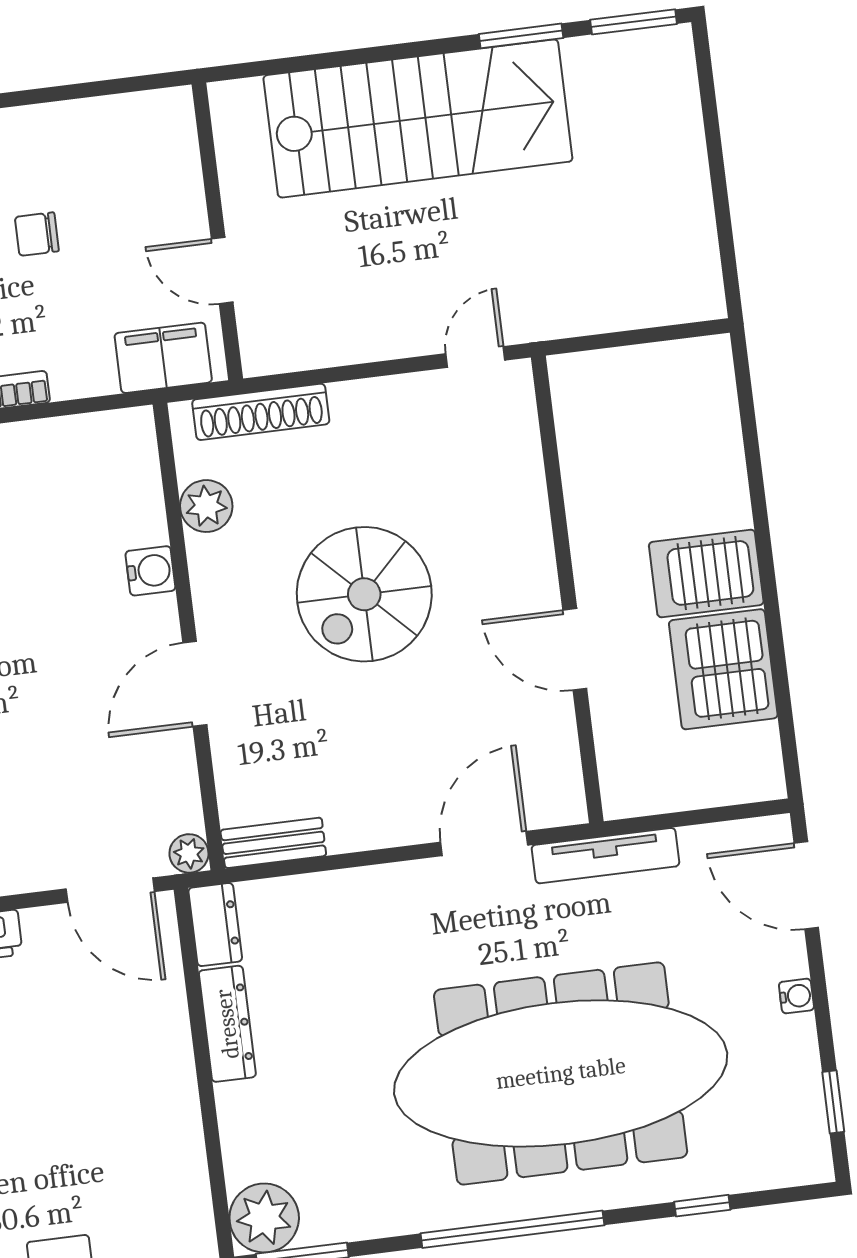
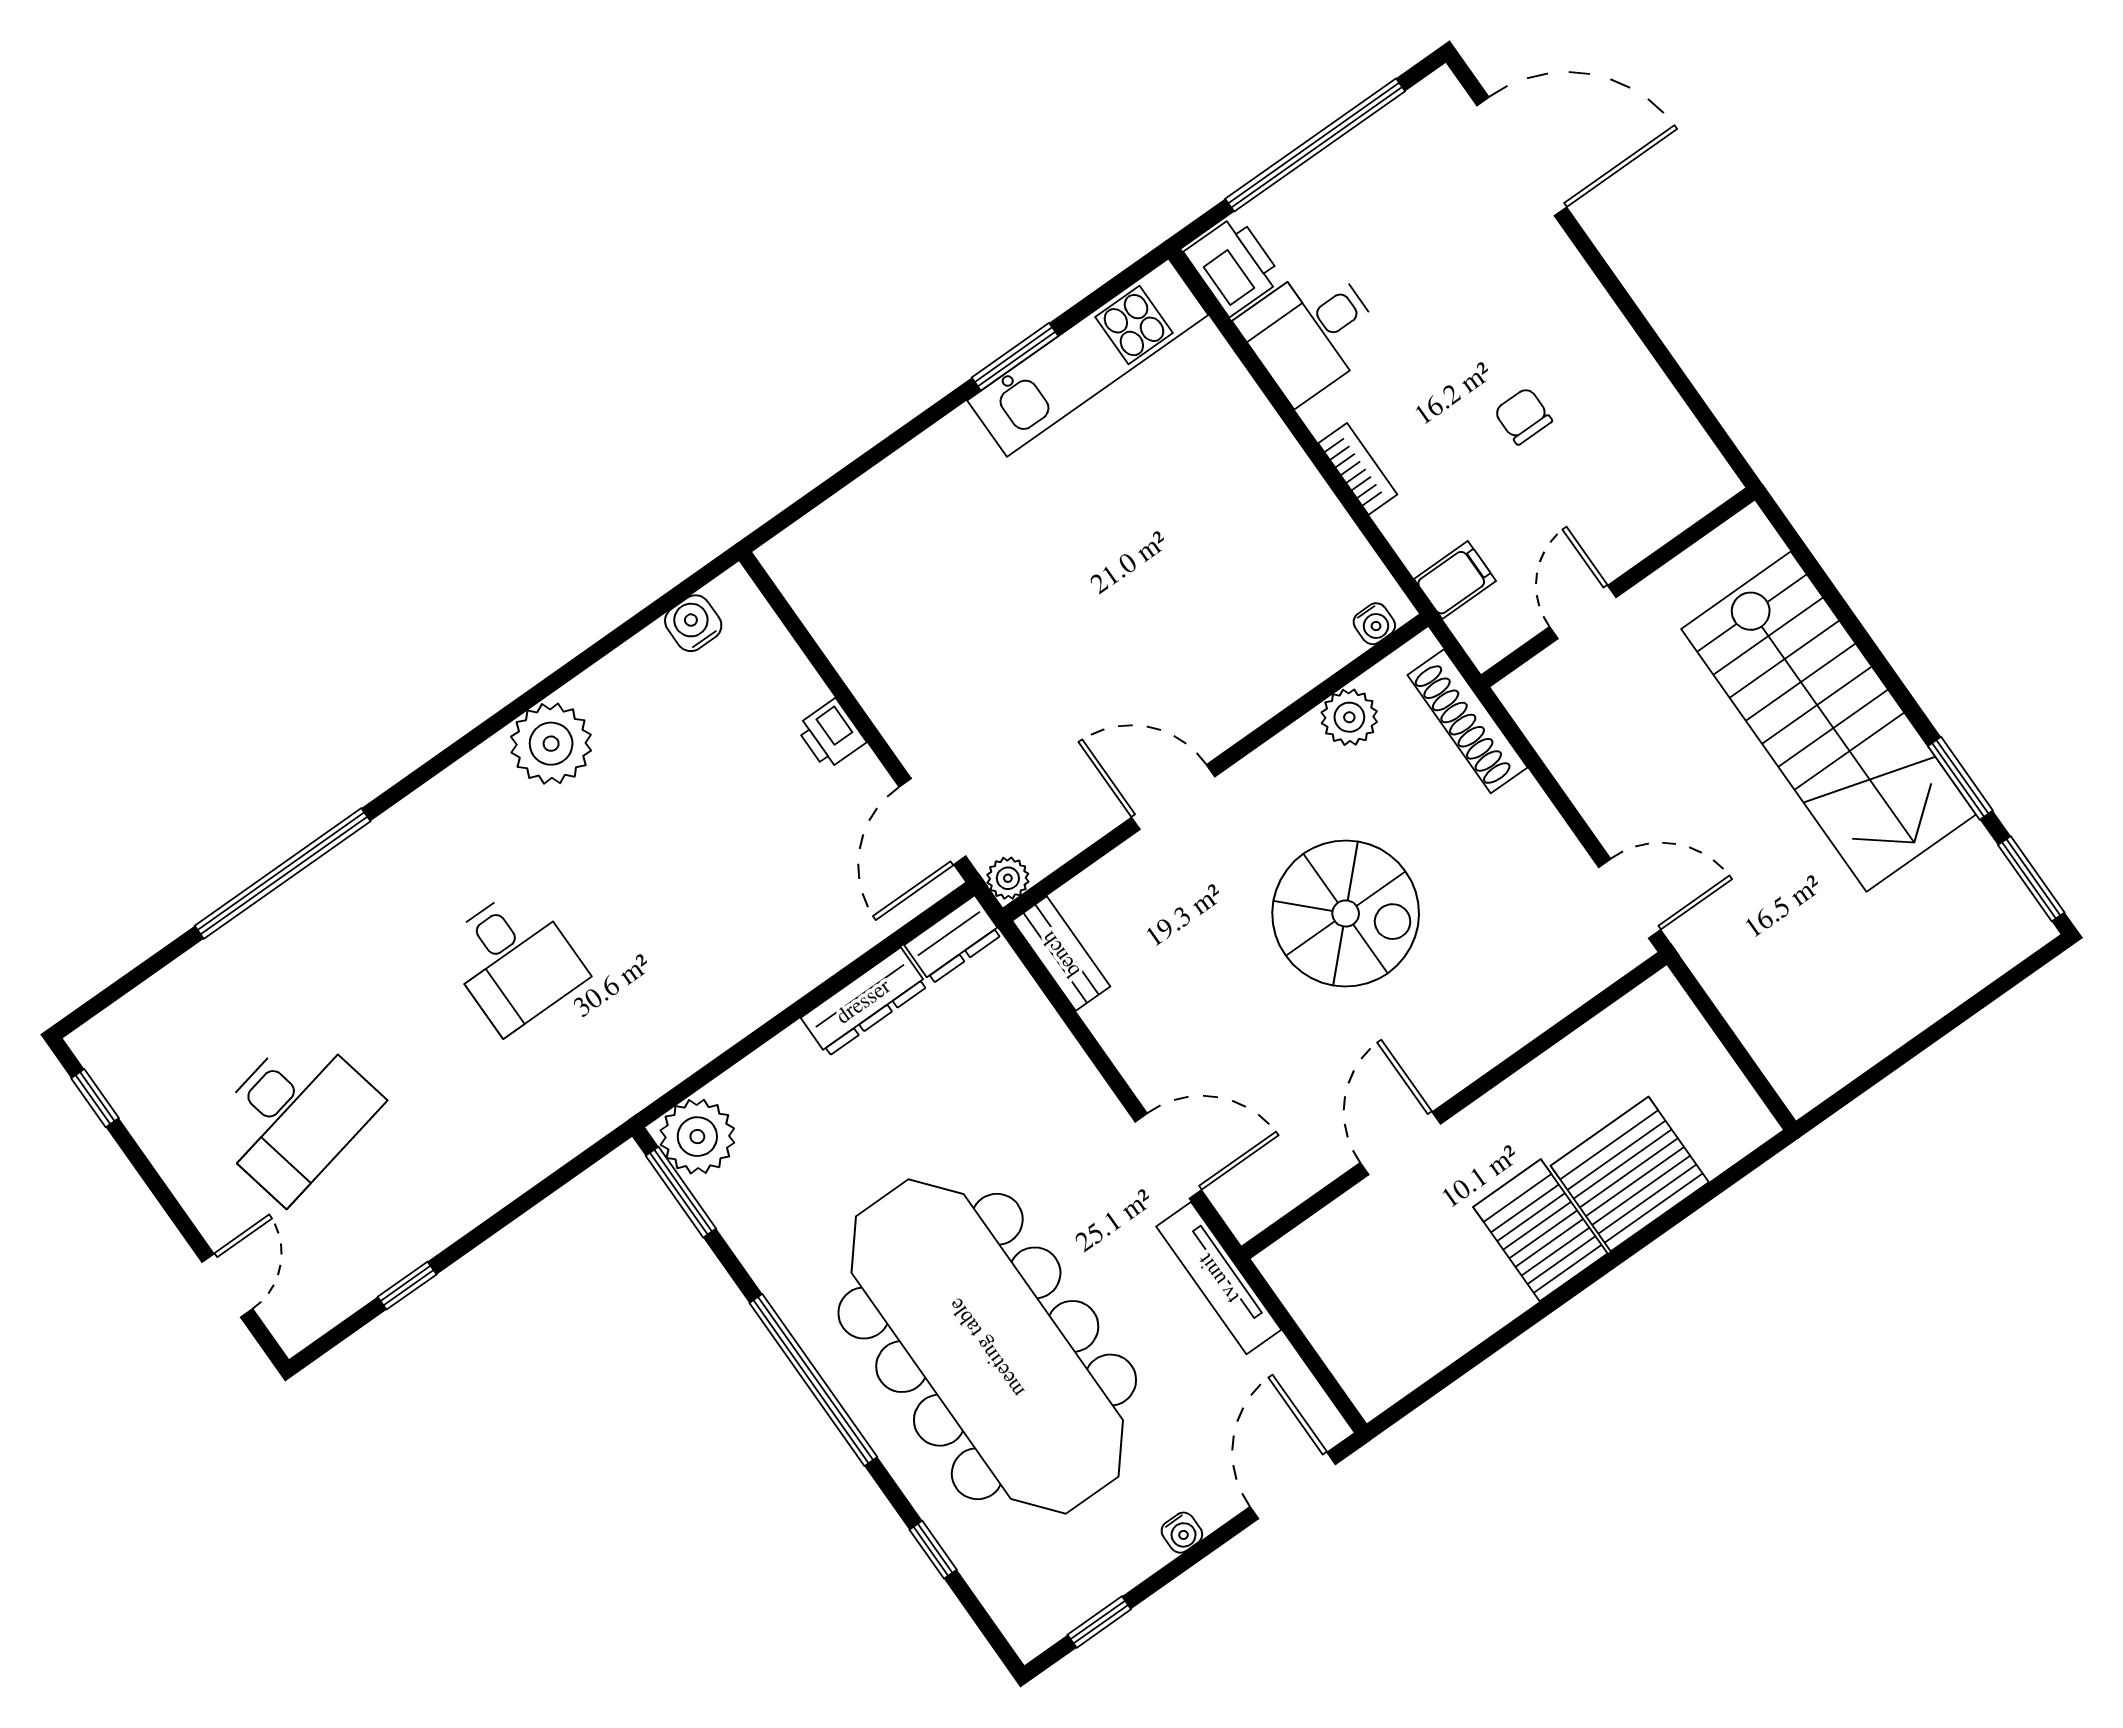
door: (475, 357) -> (1630, 899), width x1.38
filing cabinet: (163, 358) -> (1455, 580), width x0.50
water cooler: (150, 571) -> (1374, 624), moved, width x0.72, depth x0.72
spiral stairs: (364, 594) -> (1346, 913), turned 180
server rack: (723, 669) -> (1630, 1174), moved

